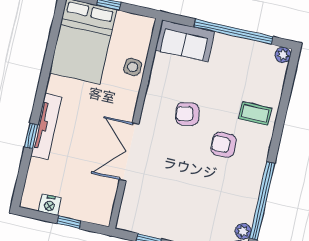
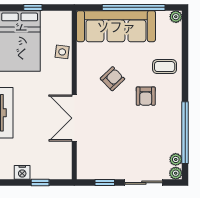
sofa: (185, 41) -> (116, 26), width x1.85, depth x1.27
armchair: (187, 114) -> (112, 79), turned 146
armchair: (224, 145) -> (146, 96), turned -90

